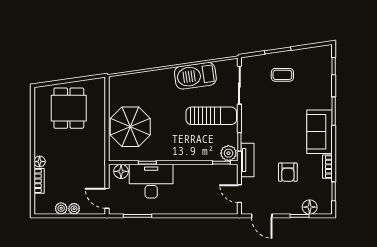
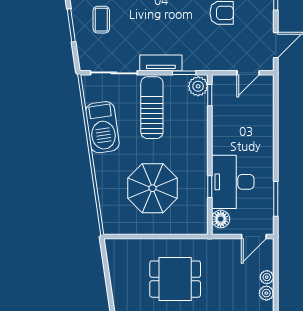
dining table: (69, 108) -> (175, 279), moved
parasol: (130, 127) -> (153, 188), moved
tv unit: (247, 160) -> (161, 63), moved

